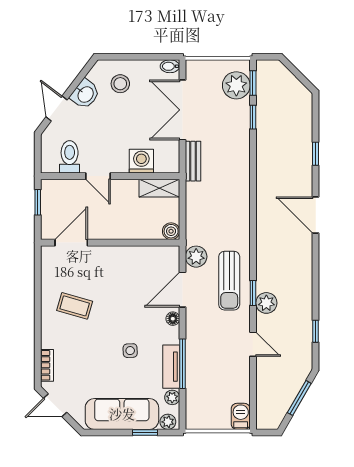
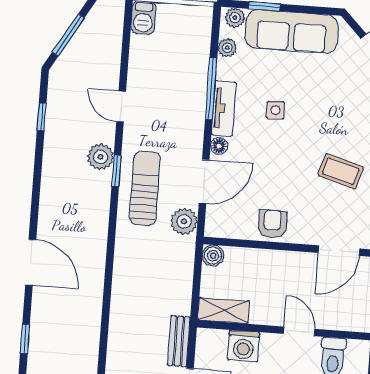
armchair: (126, 260) -> (272, 224), added
tv unit: (171, 367) -> (224, 109), moved

